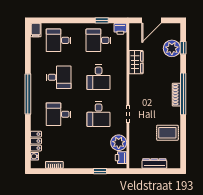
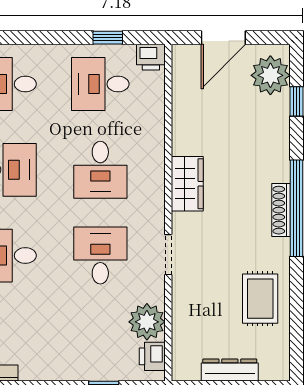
plant: (172, 48) -> (270, 75), moved
wardrobe: (136, 62) -> (187, 184), moved
desk: (99, 114) -> (100, 256), turned 180
rug: (167, 133) -> (260, 299), turned 90

